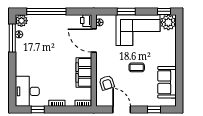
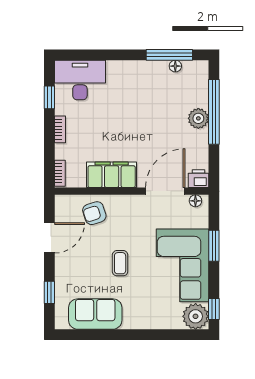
plant: (21, 21) -> (198, 118), moved

